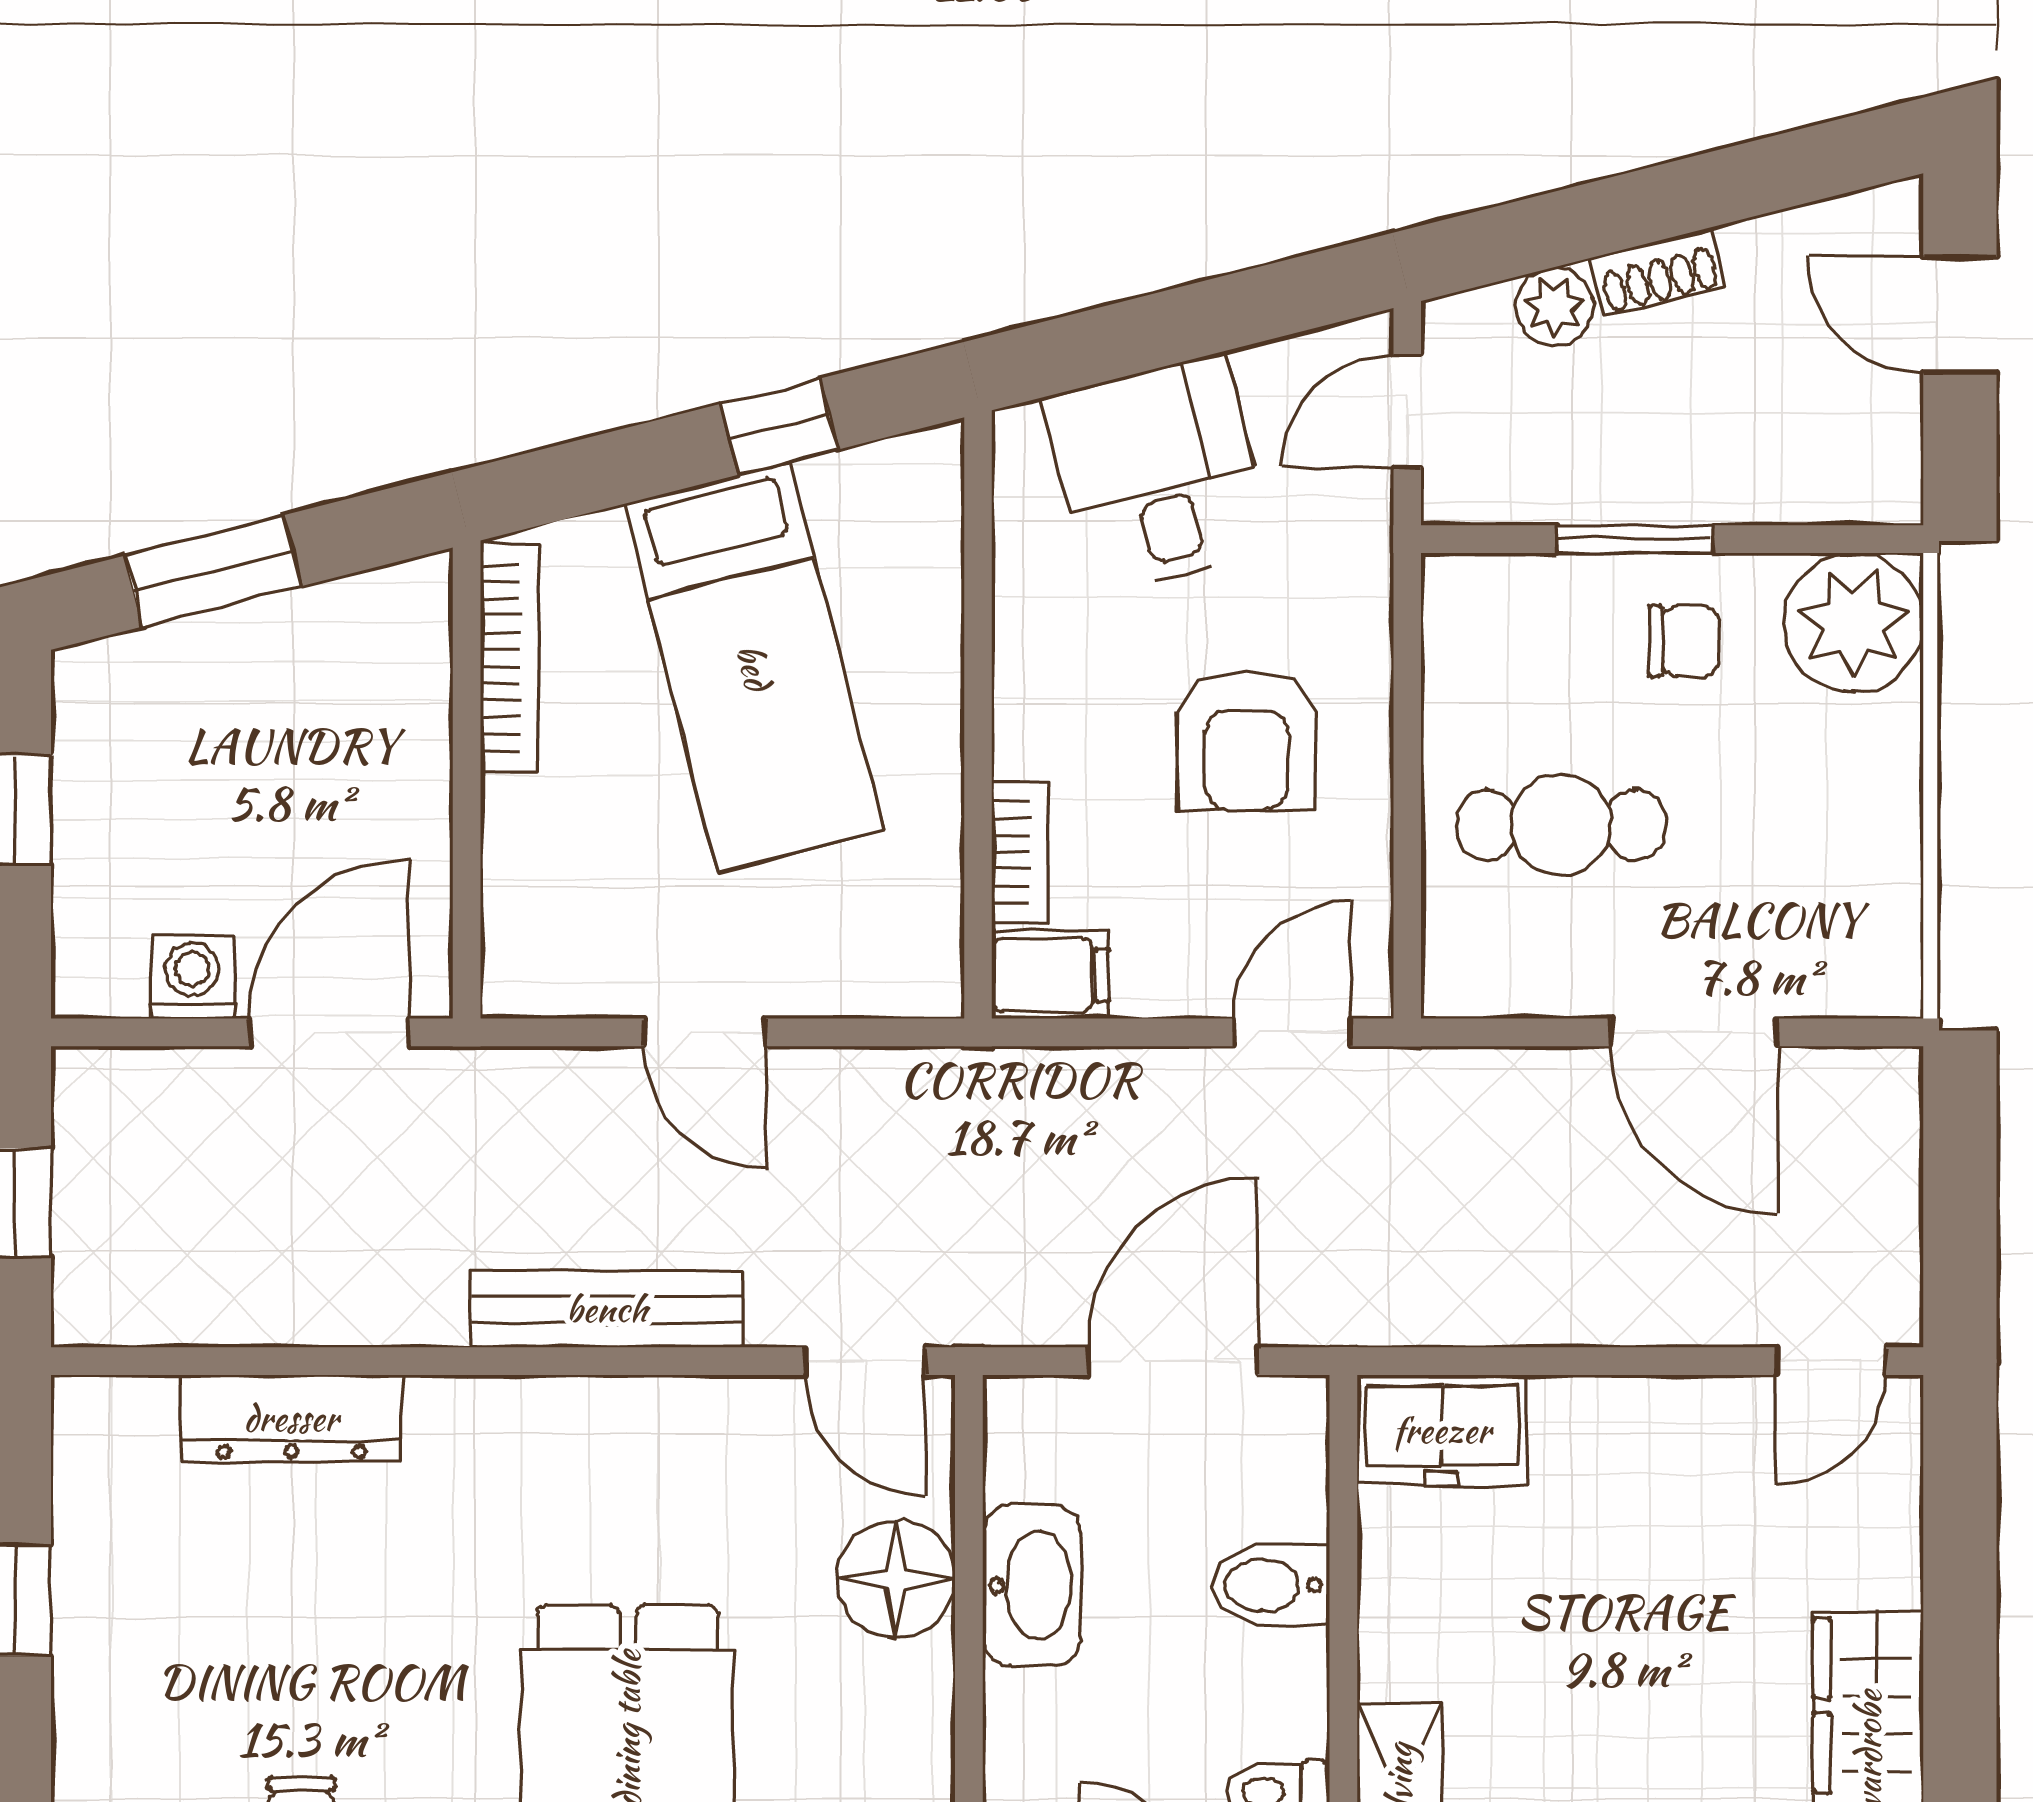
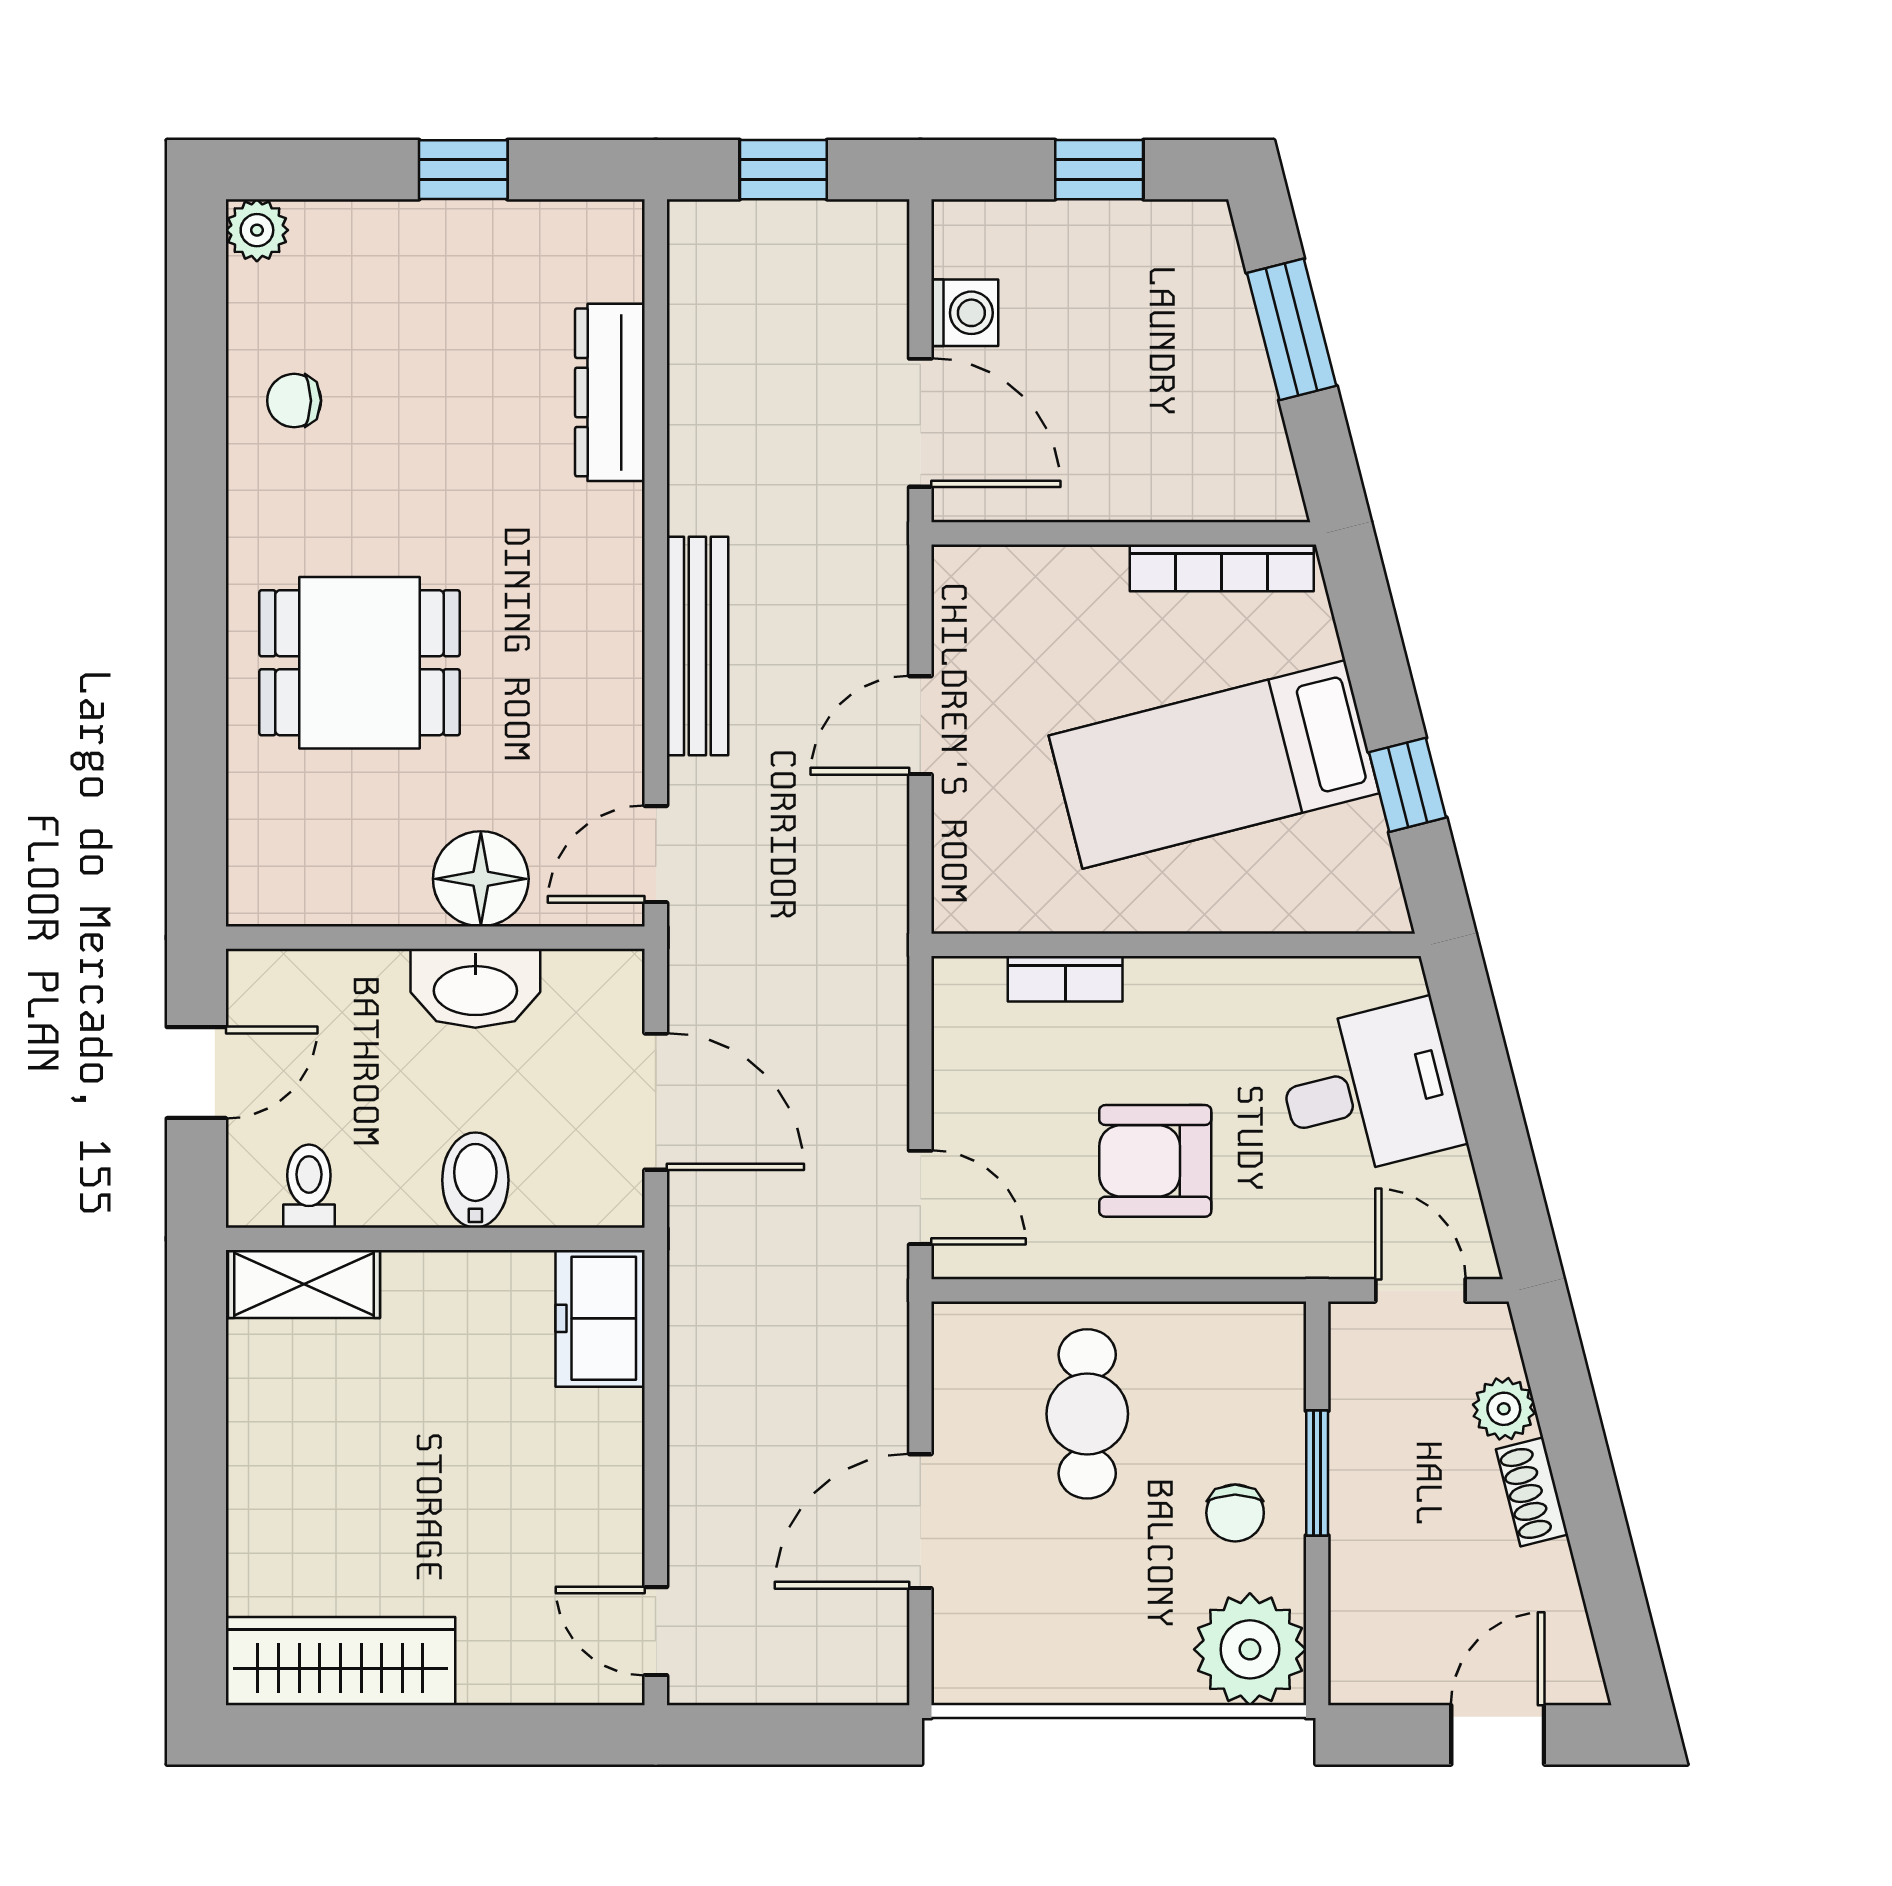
filing cabinet: (1050, 975) -> (967, 1003), removed

